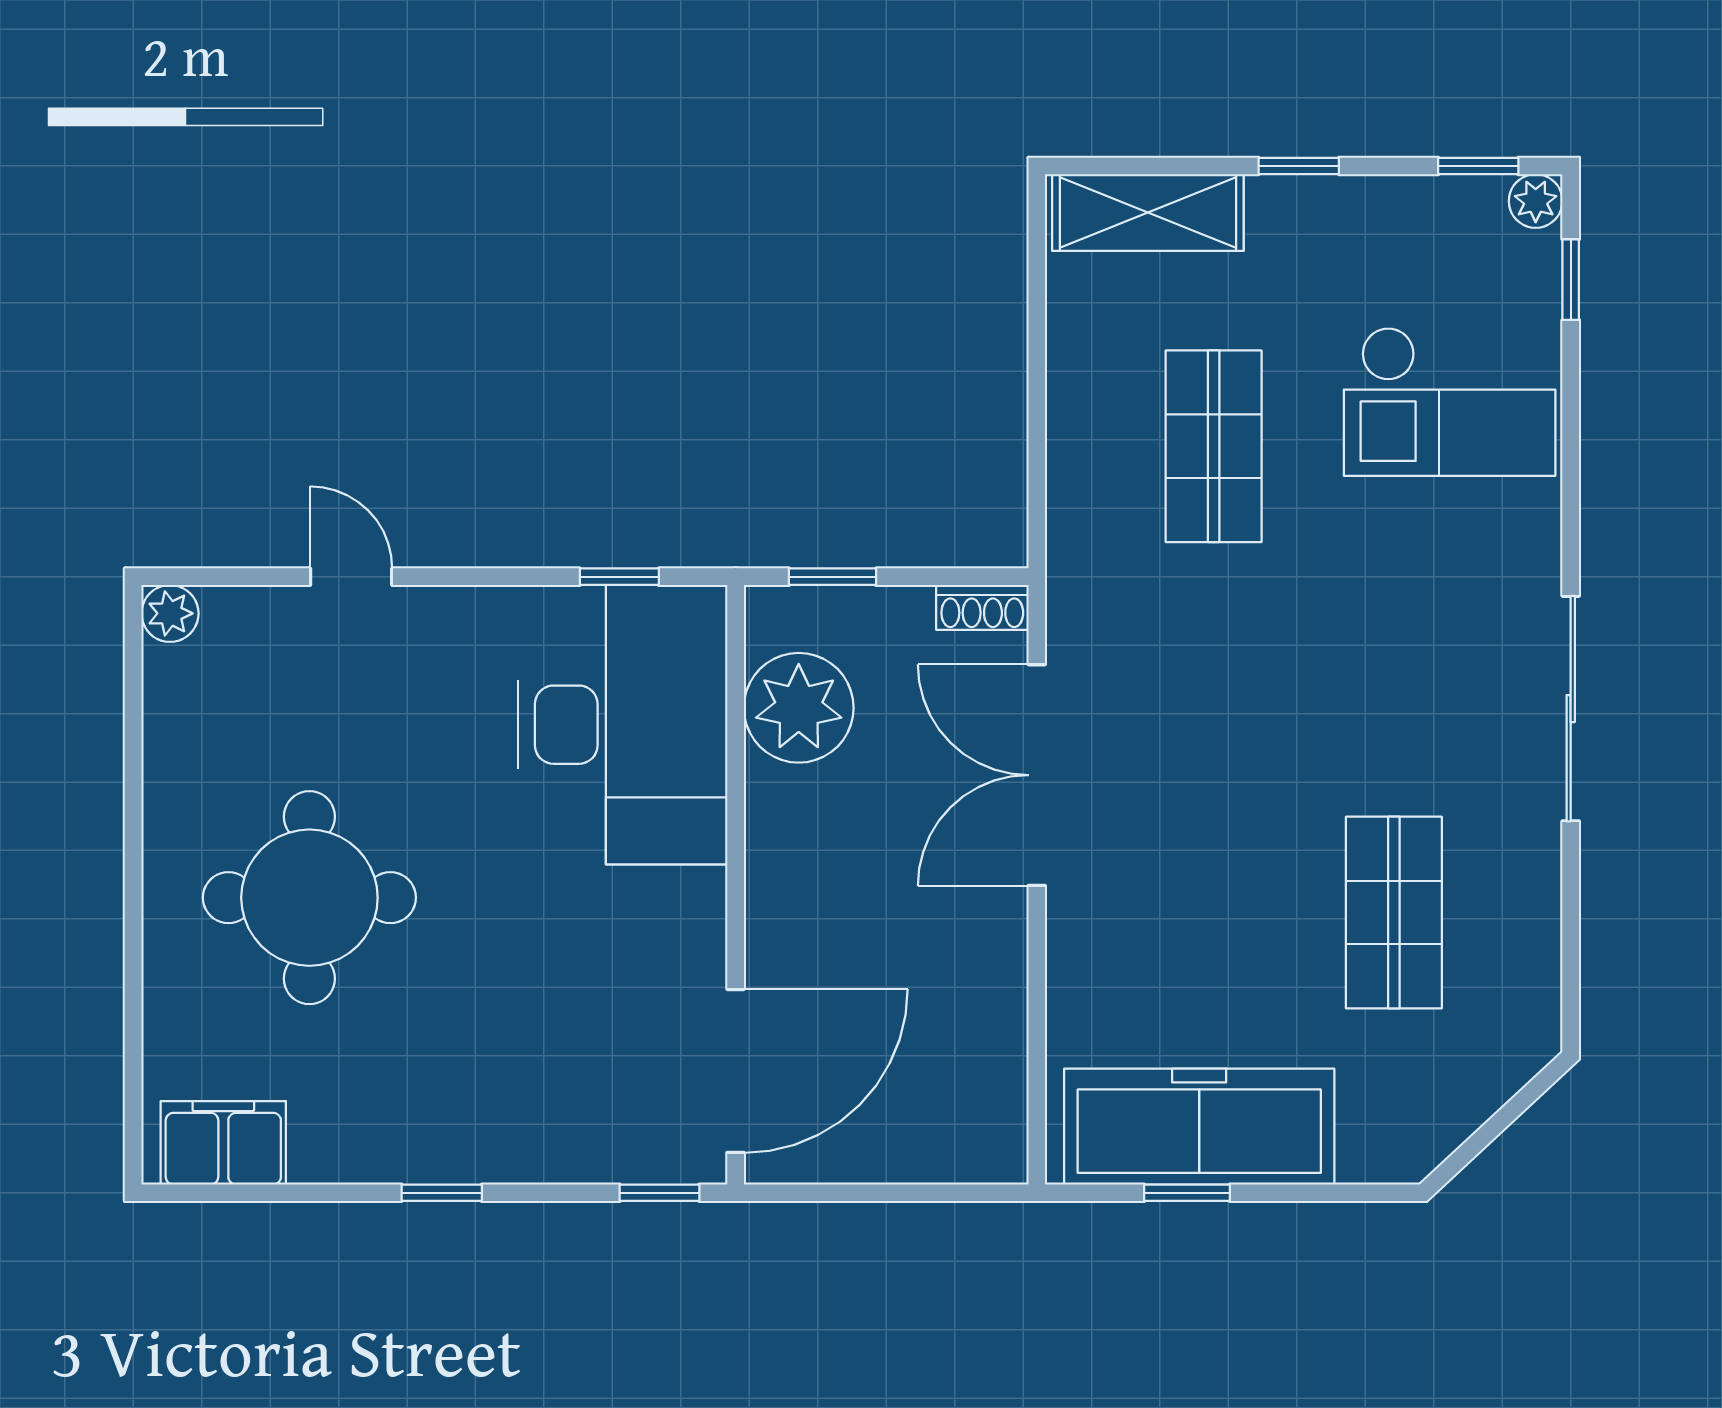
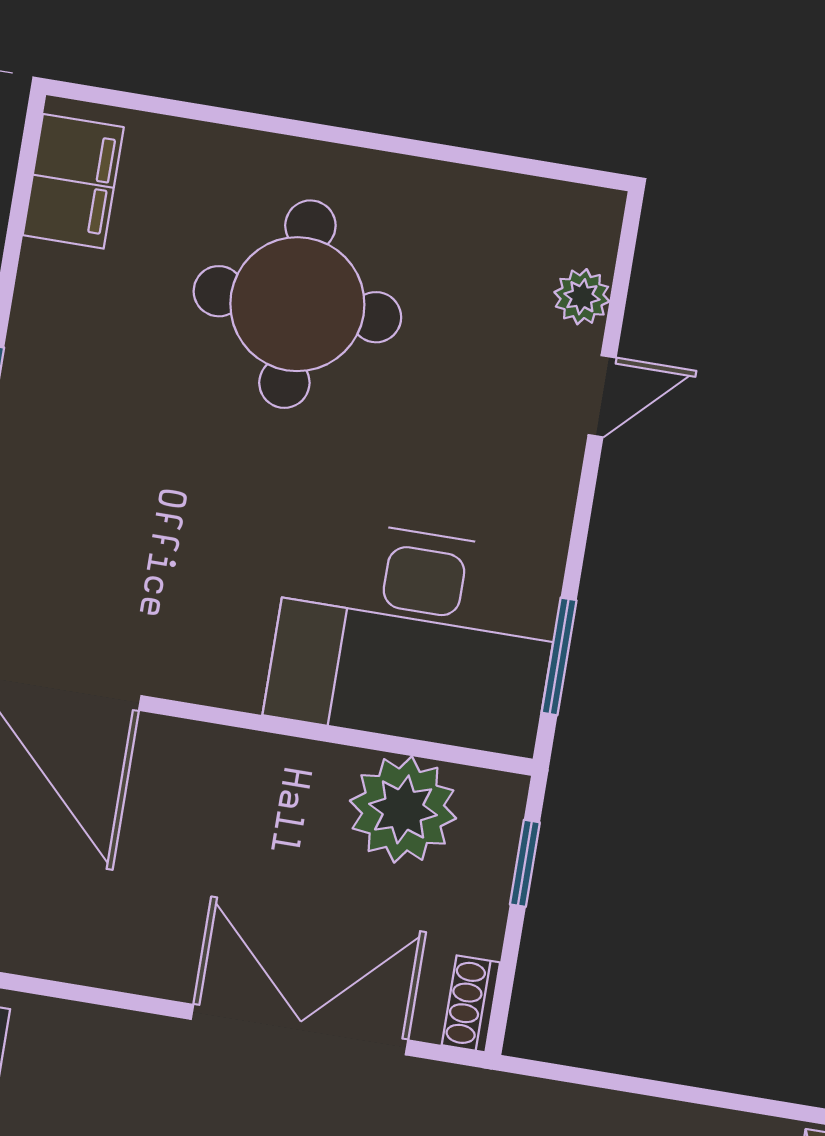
window: (619, 577) -> (559, 656), width x1.50
plant: (170, 613) -> (582, 297), moved

